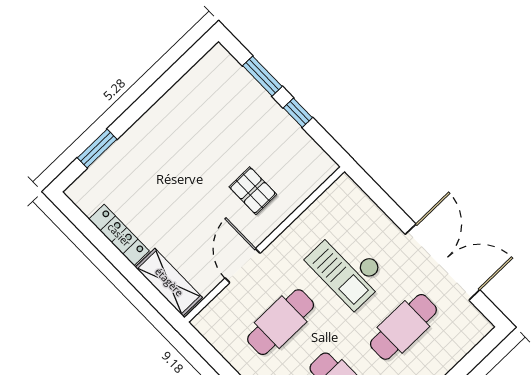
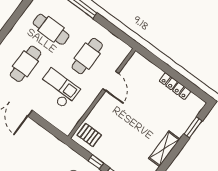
pallet: (253, 191) -> (89, 135), moved
shelving: (169, 282) -> (164, 149), moved, turned 90

